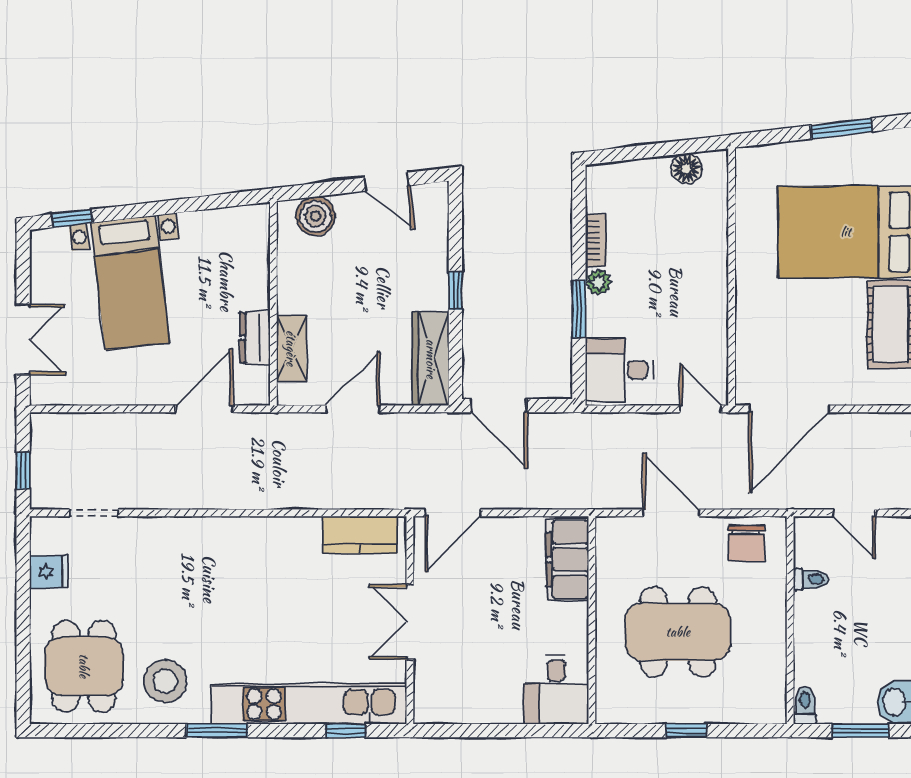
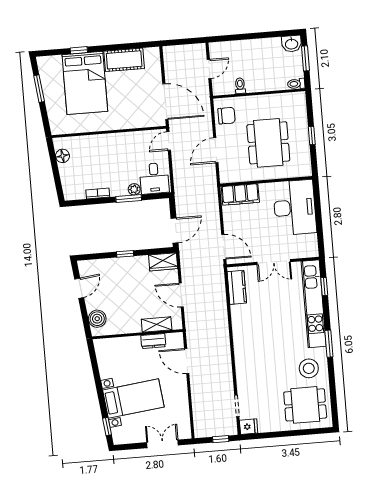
plant: (598, 282) -> (134, 189), moved
wardrobe: (431, 359) -> (163, 262), width x0.67
fridge: (49, 572) -> (249, 427), moved, turned 90
desk: (556, 689) -> (295, 207), width x1.87, depth x1.30

